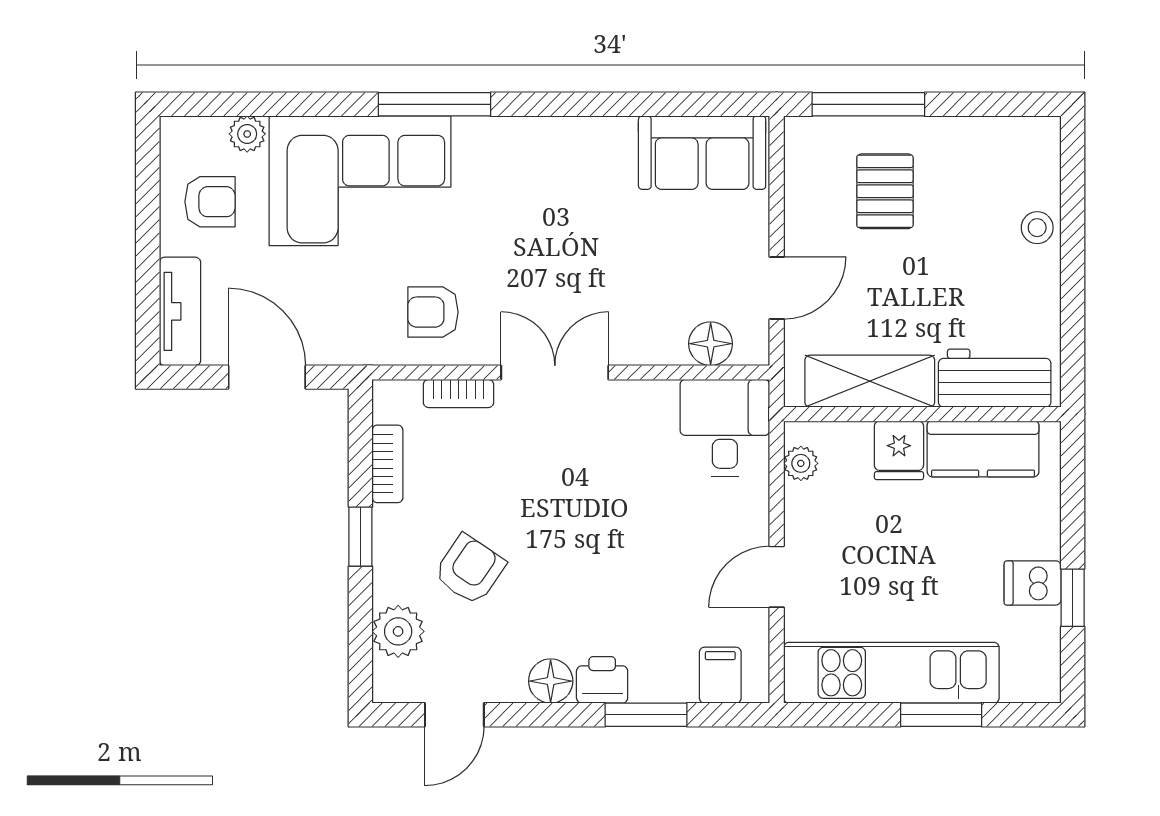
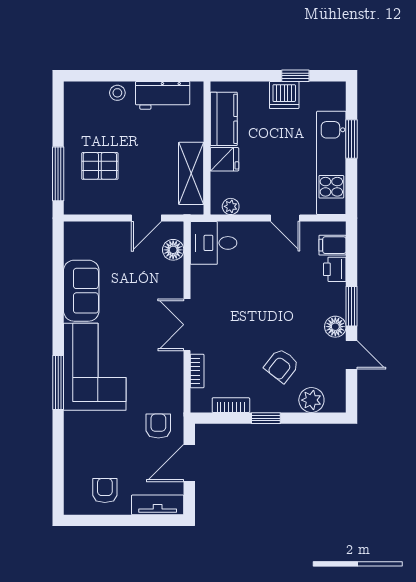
plant: (247, 134) -> (72, 473), removed
sofa: (702, 153) -> (81, 291), moved
corner sofa: (360, 181) -> (95, 367), moved
door: (777, 288) -> (146, 218), swing flipped
armchair: (433, 312) -> (158, 426), moved, turned 180
workbench: (995, 378) -> (163, 95), moved, turned -90
armchair: (470, 569) -> (282, 366), turned -86
dishwasher: (1033, 583) -> (284, 95), width x1.38
printer: (602, 680) -> (335, 269), moved
door: (454, 715) -> (351, 355), moved
window: (646, 715) -> (351, 306), moved

